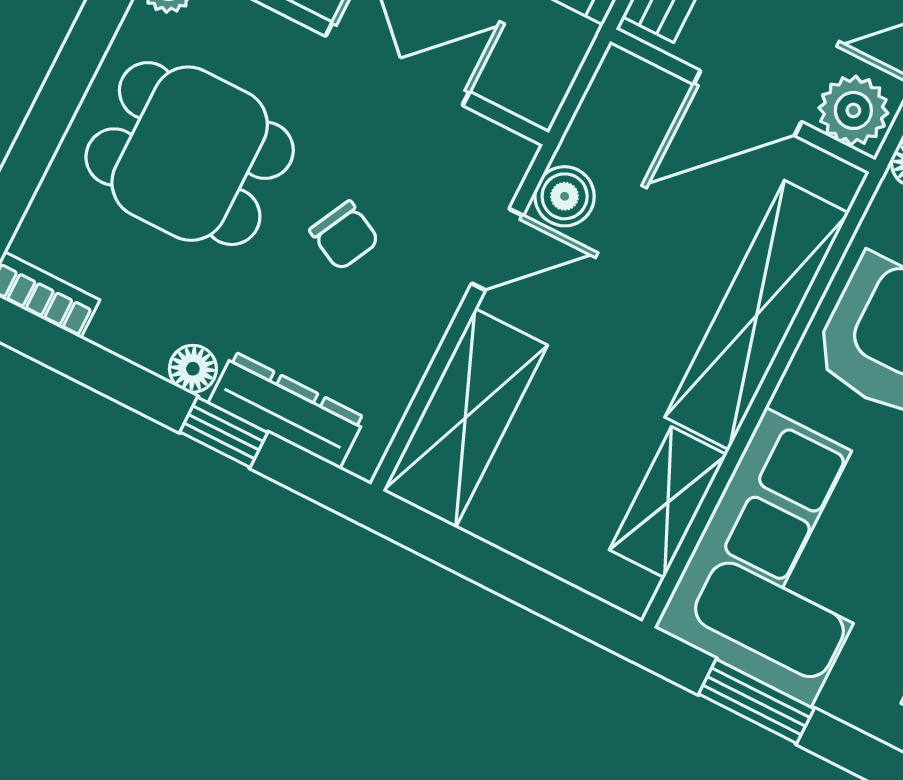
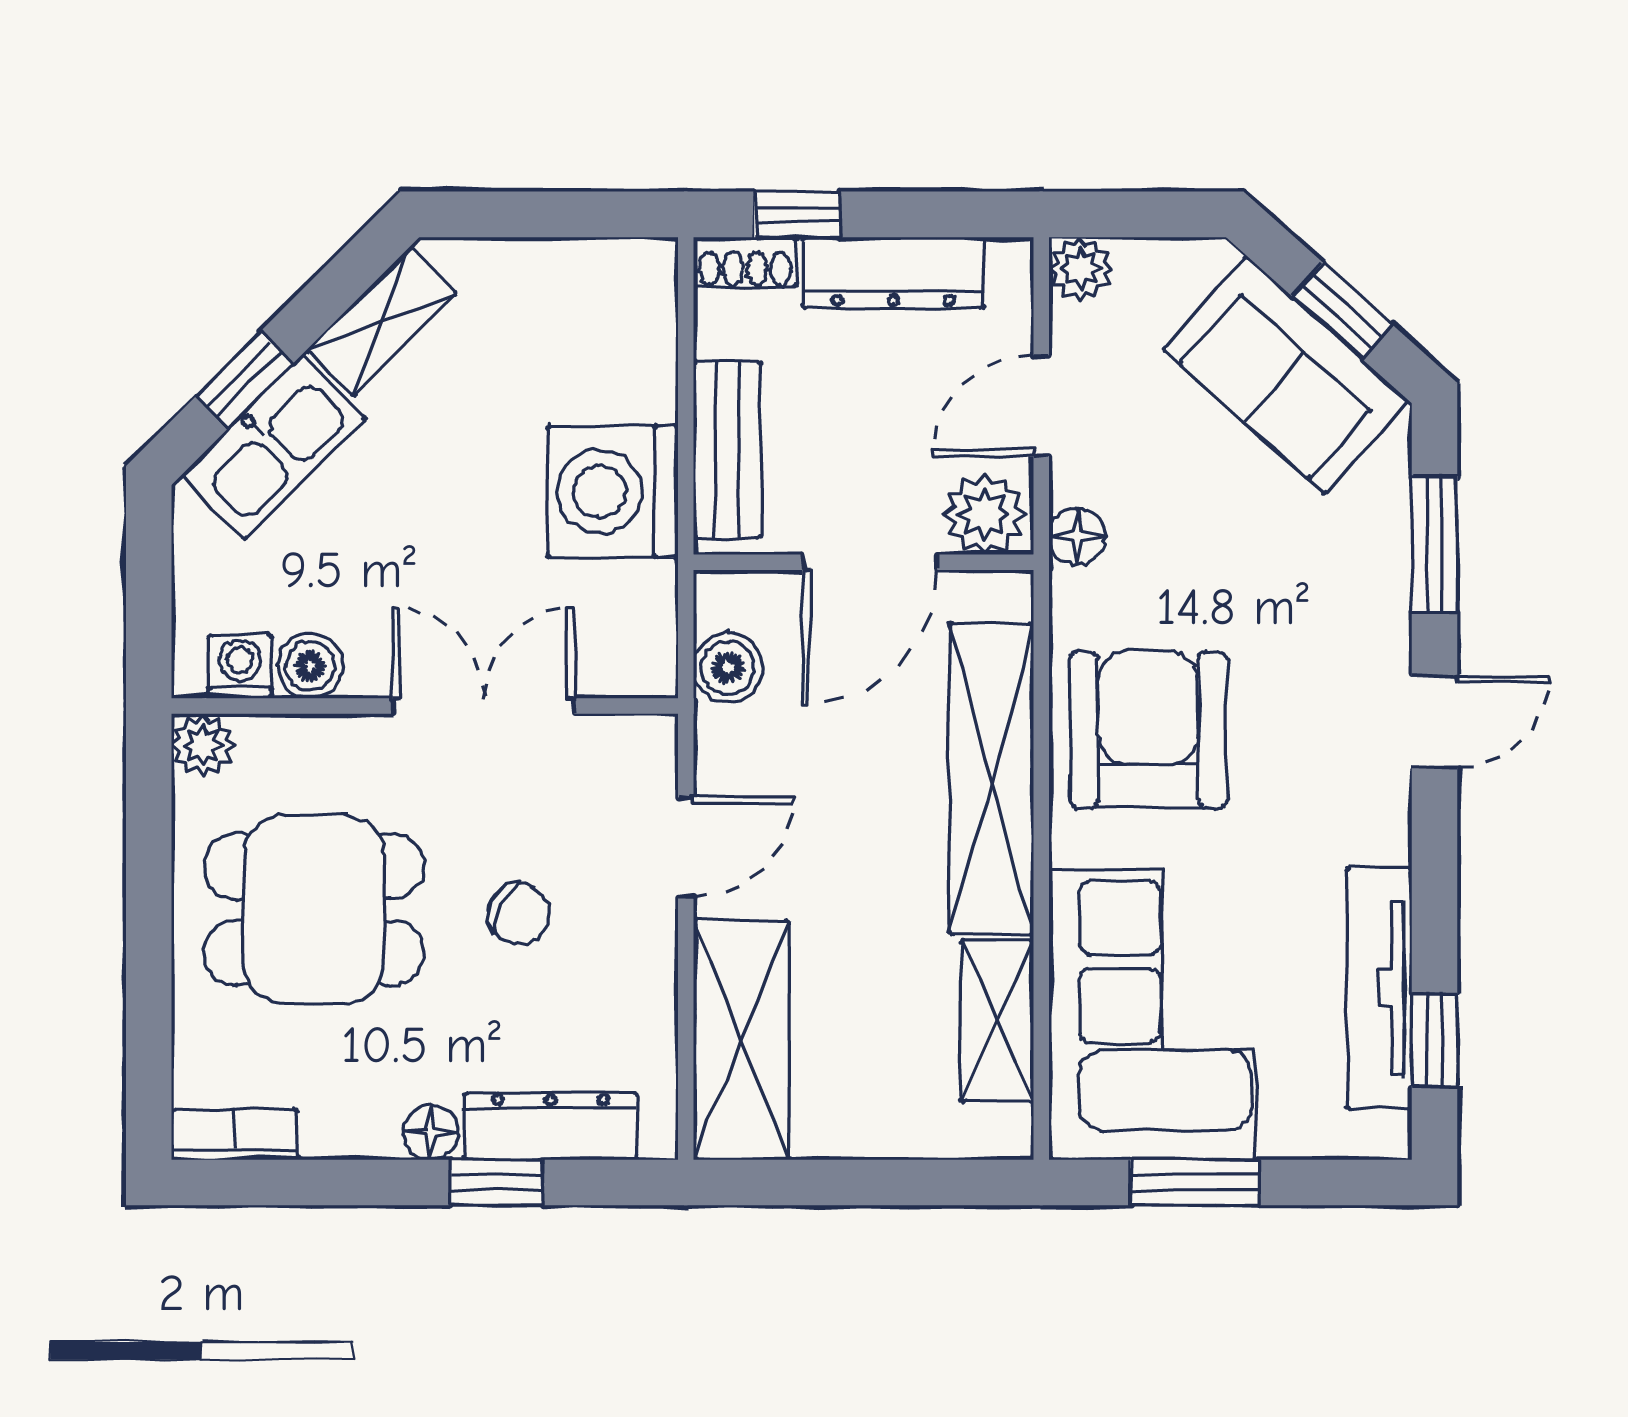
boiler: (565, 196) -> (728, 667), moved

